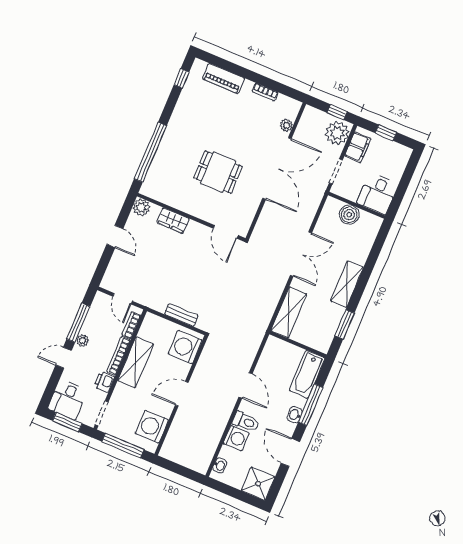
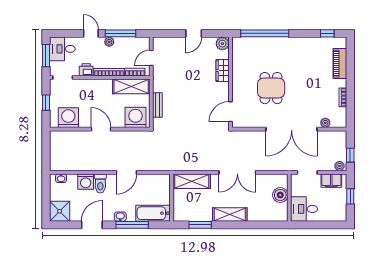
plant: (337, 133) -> (340, 166), width x0.53, depth x0.53
shelving: (136, 362) -> (131, 86), moved
window: (123, 446) -> (46, 103), width x0.46

